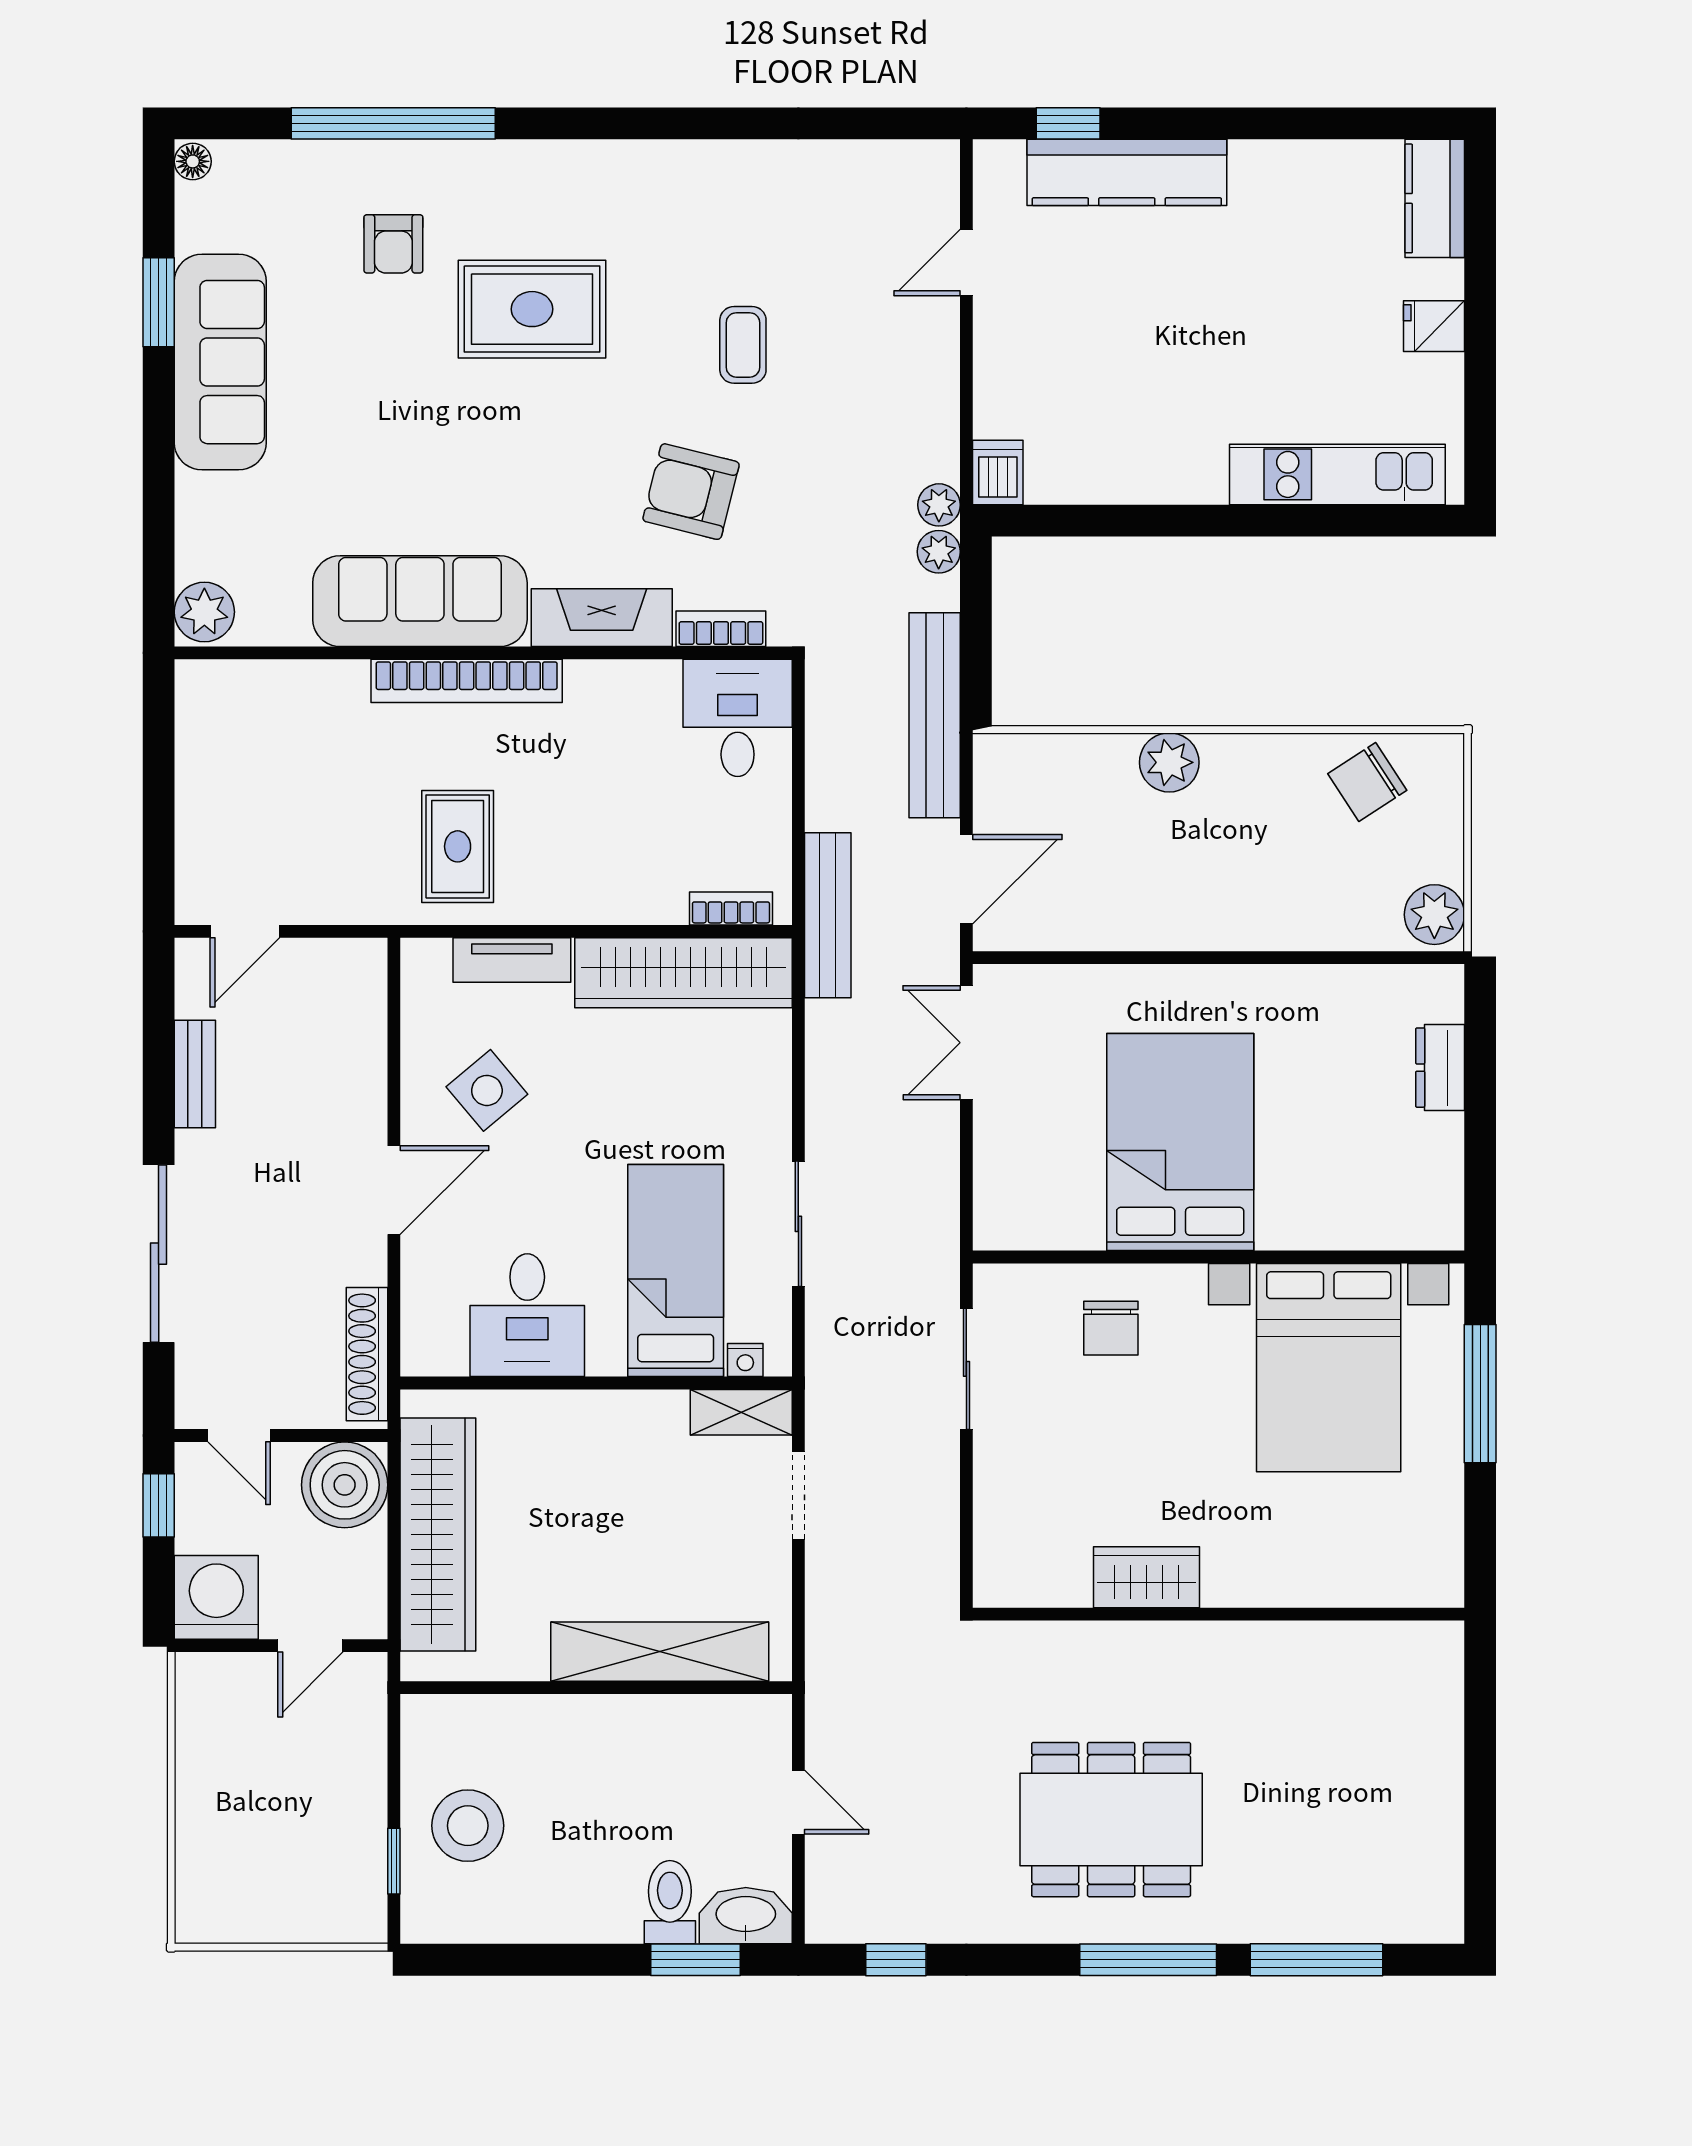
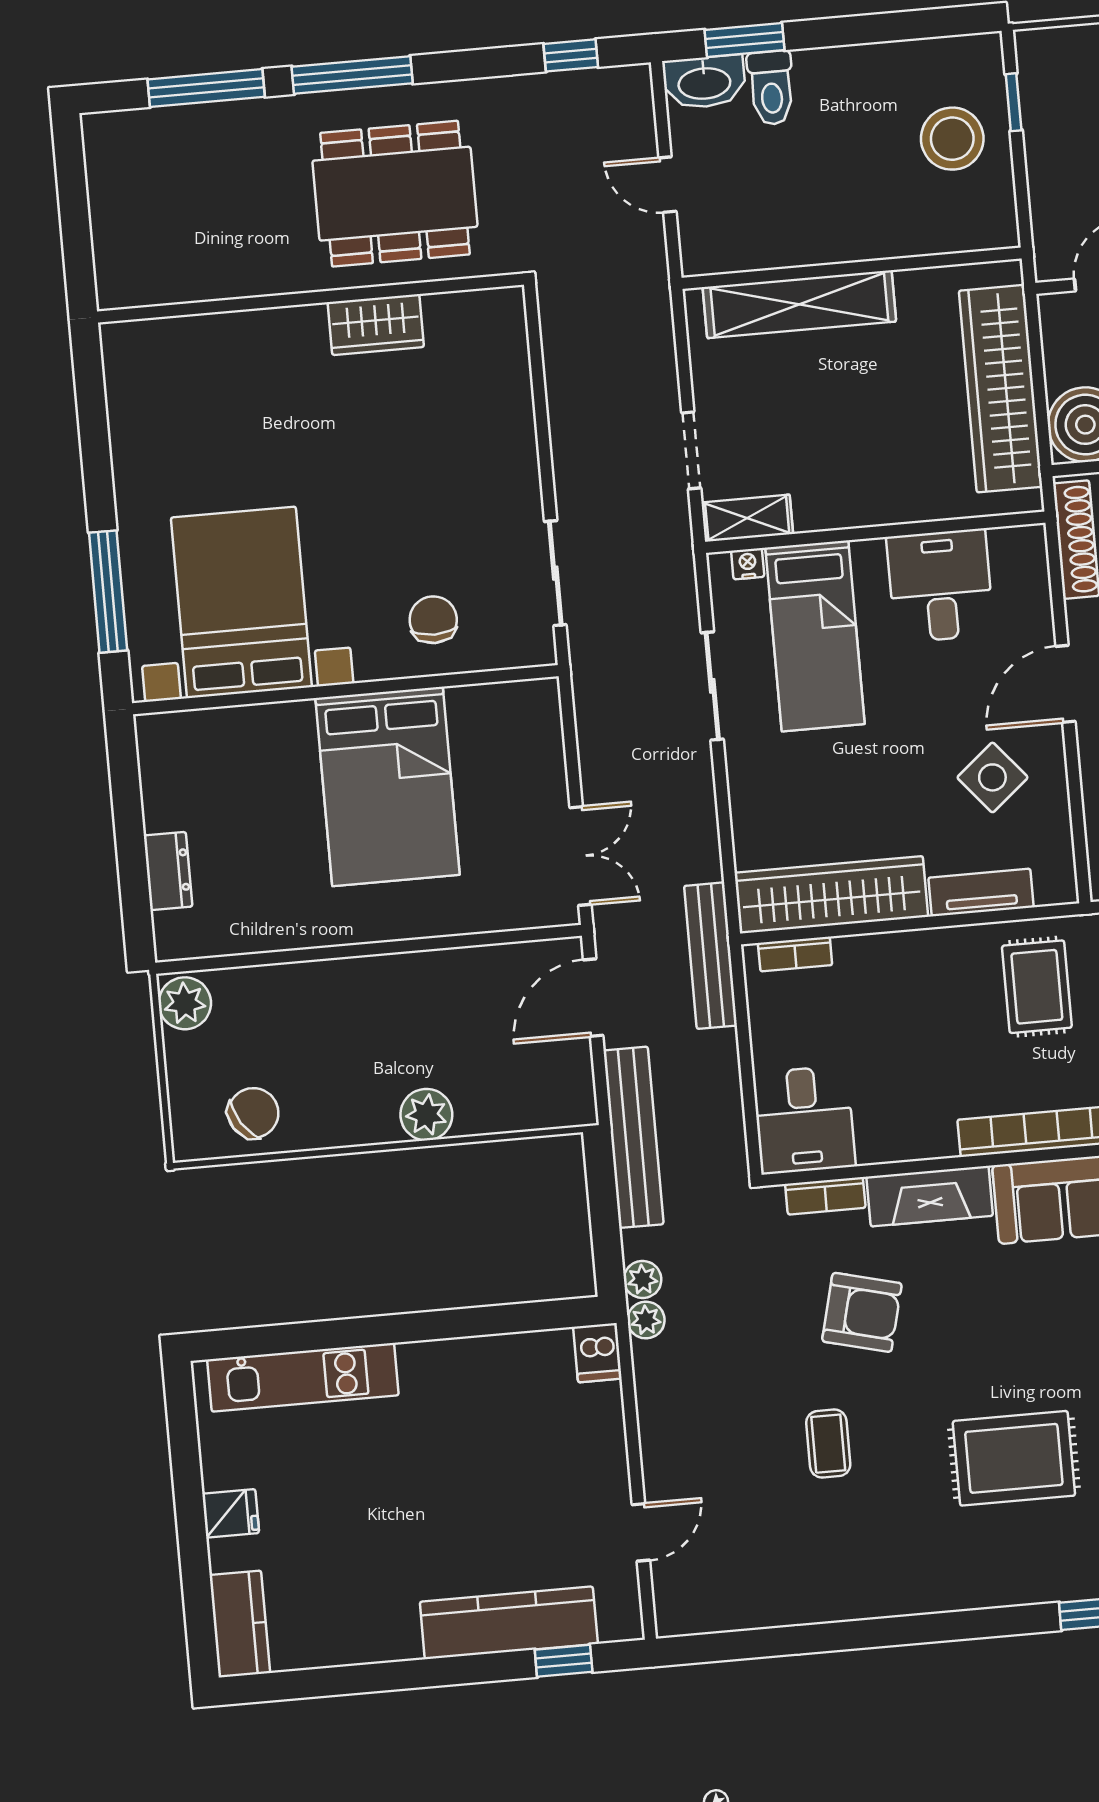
wardrobe: (1147, 1577) -> (376, 325), moved
wall: (1219, 1614) -> (310, 298), moved

